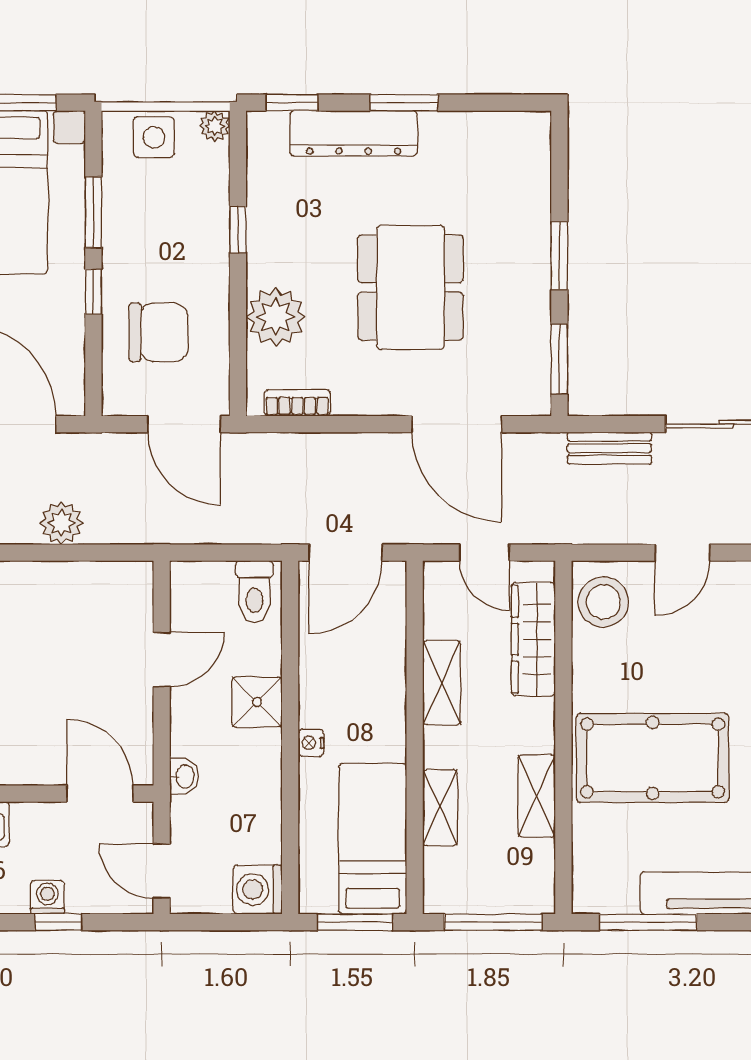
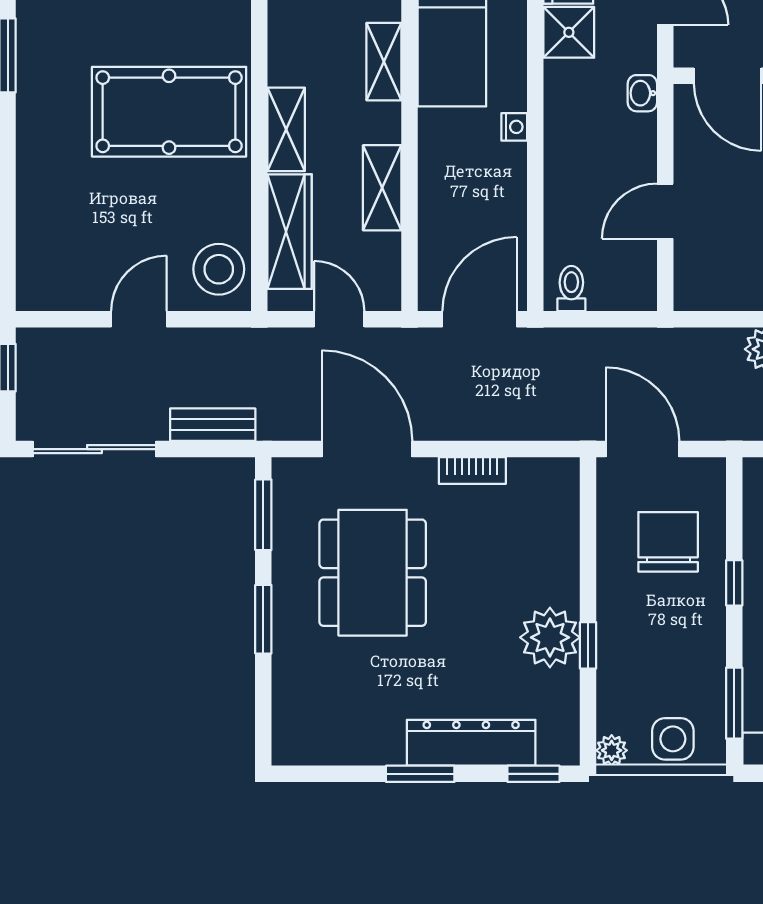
window: (93, 212) -> (734, 703), moved
dining table: (410, 287) -> (373, 573), moved
plant: (276, 317) -> (550, 637), moved
chair: (159, 332) -> (668, 542), turned 90
bookcase: (297, 403) -> (472, 471), moved
toilet: (254, 592) -> (571, 288), width x0.73, depth x0.72
shower: (257, 702) -> (569, 32), moved
shelving: (537, 796) -> (286, 129), moved

